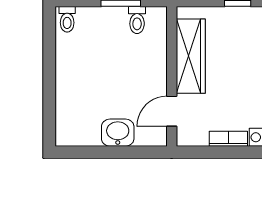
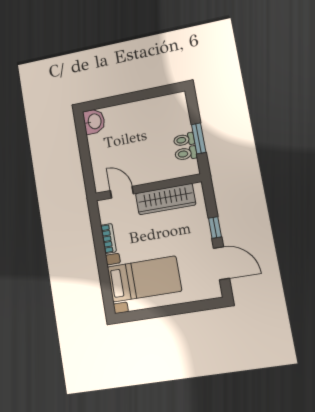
toilet: (67, 19) -> (184, 140), moved
washbasin: (118, 133) -> (94, 121), moved

